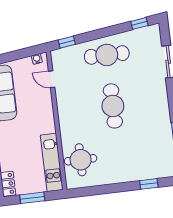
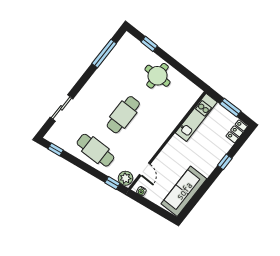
plant: (60, 57) -> (125, 178), added
round table: (81, 160) -> (157, 76), moved

